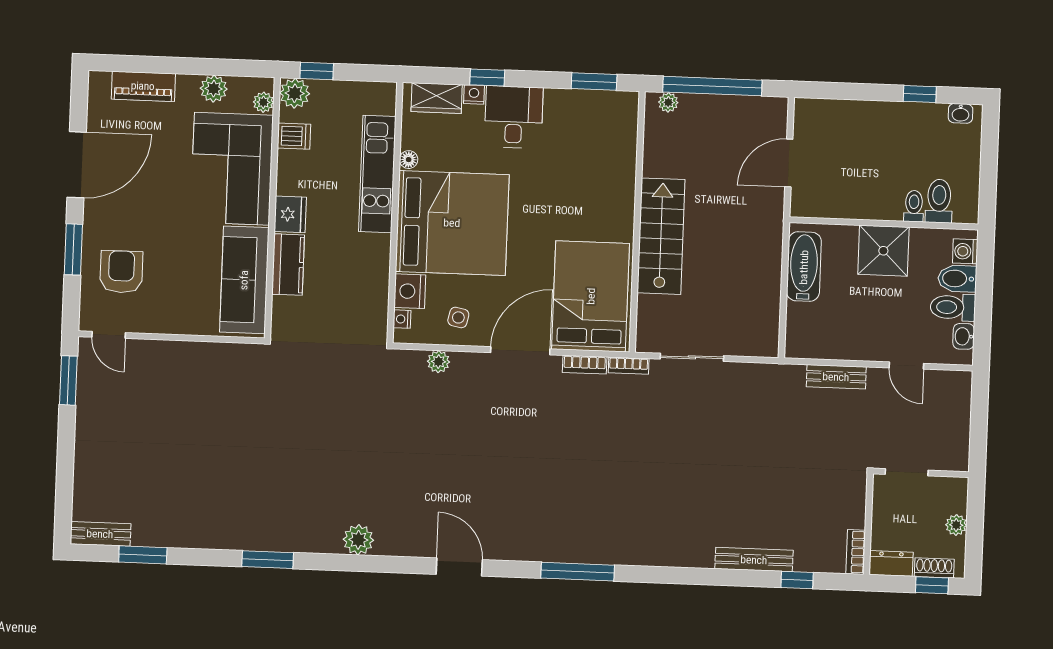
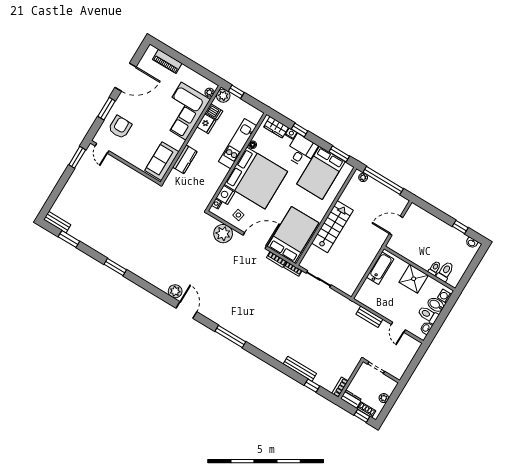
plant: (214, 89) -> (193, 77), removed
bed: (578, 140) -> (321, 173), added
fridge: (290, 214) -> (206, 124), moved
sofa: (244, 280) -> (162, 161), width x0.73
plant: (438, 362) -> (223, 234), width x1.88, depth x1.88
plant: (358, 540) -> (175, 291), moved

